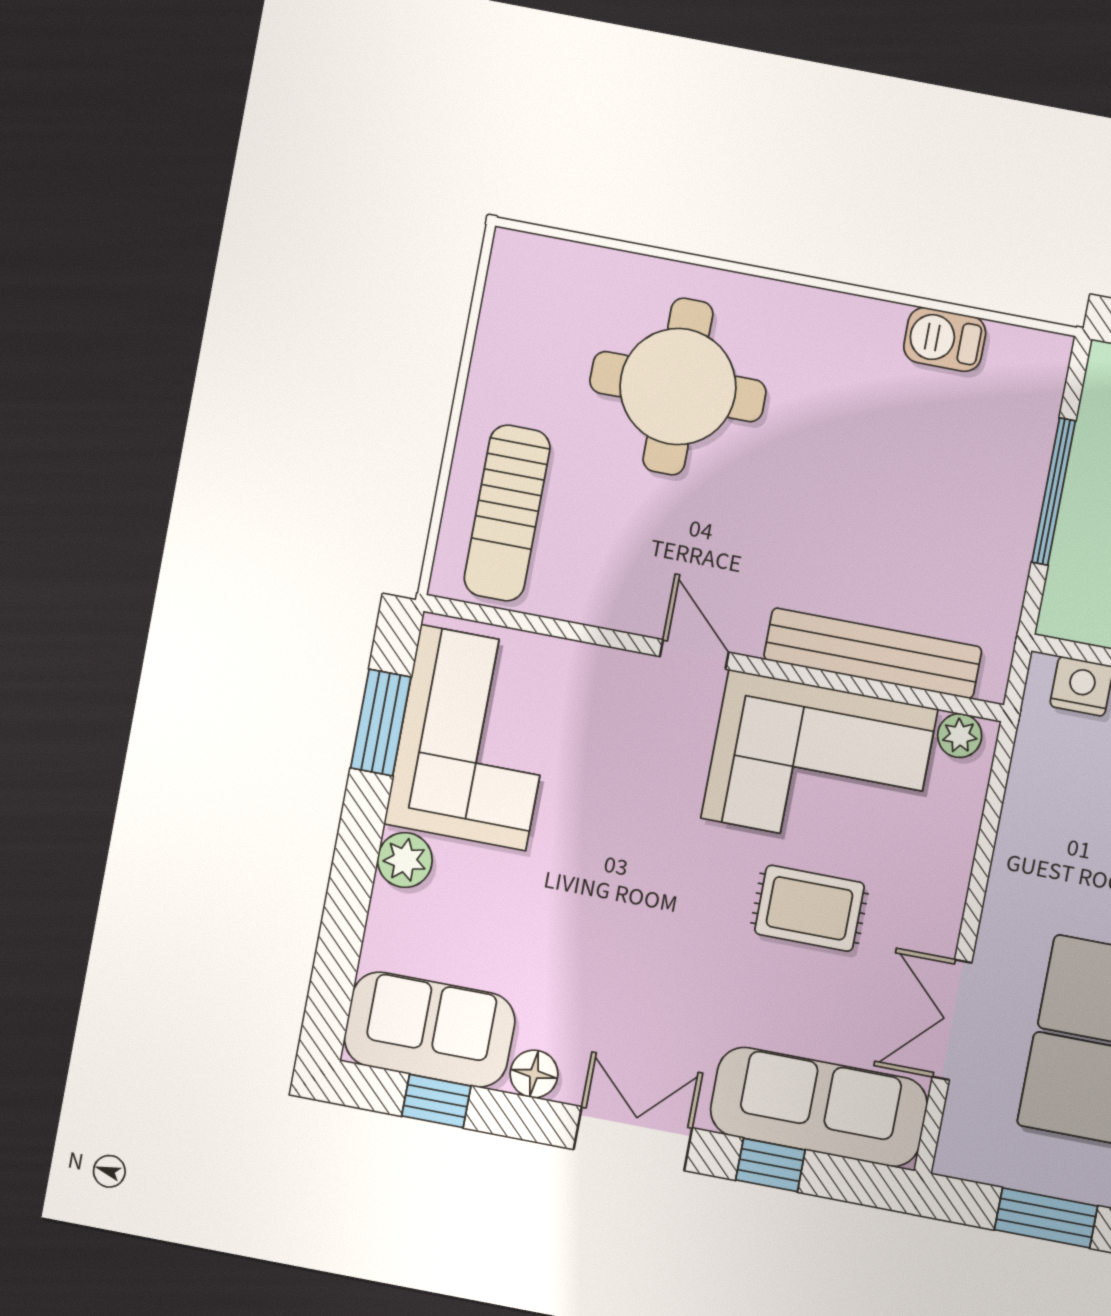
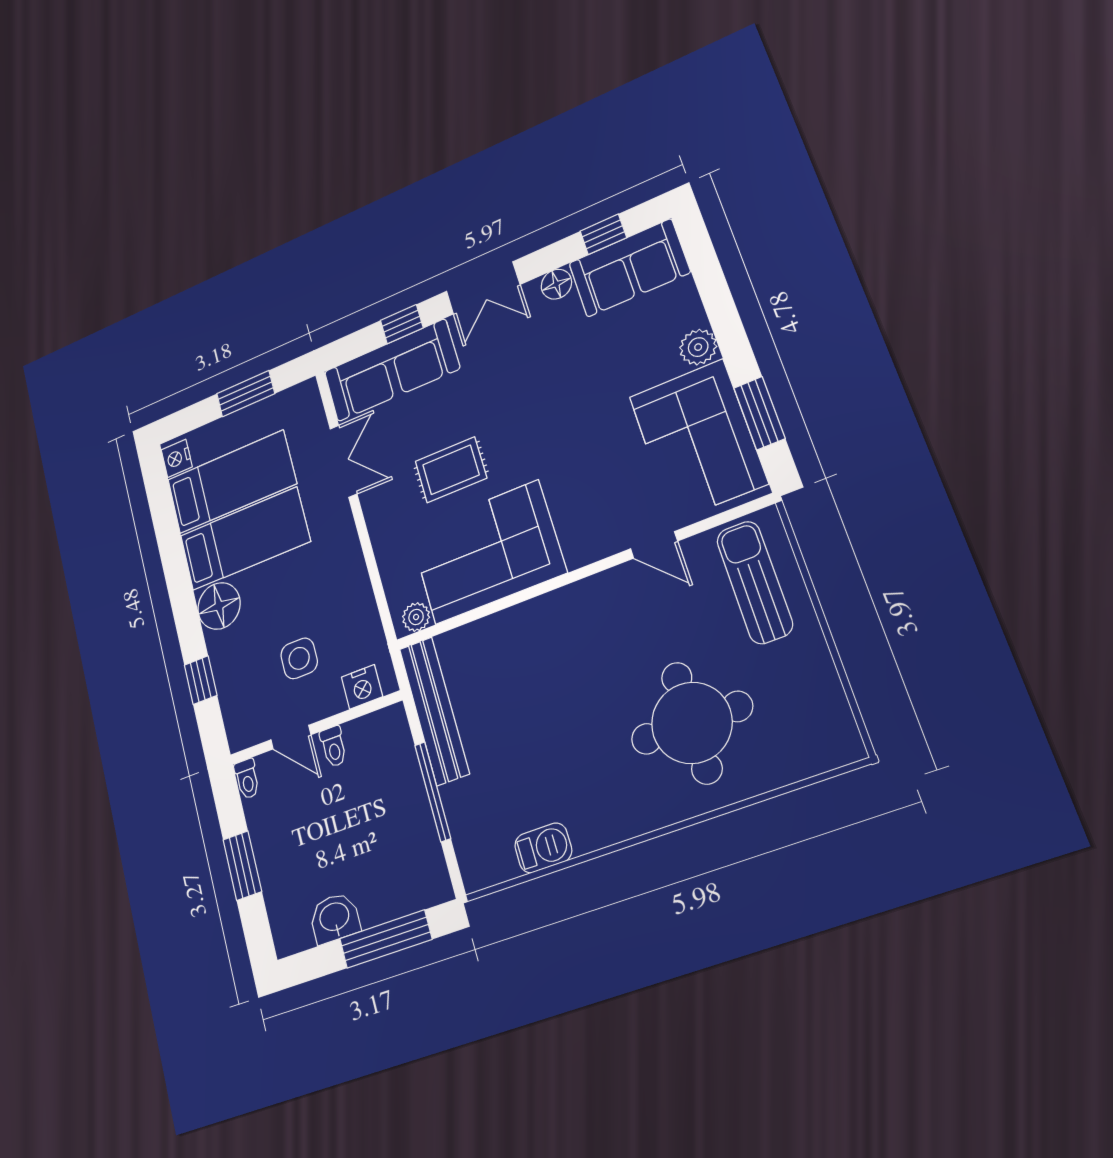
bench: (873, 653) -> (434, 711), moved, turned 90
door: (694, 654) -> (654, 545), moved

